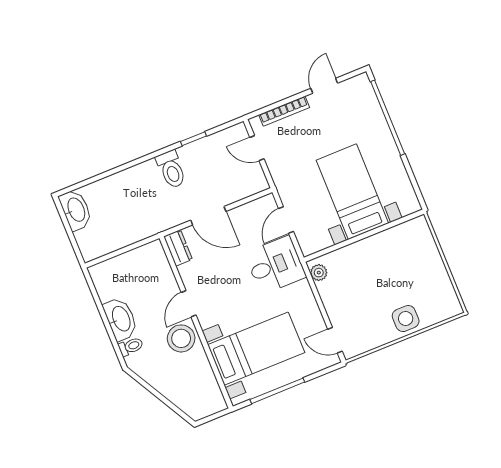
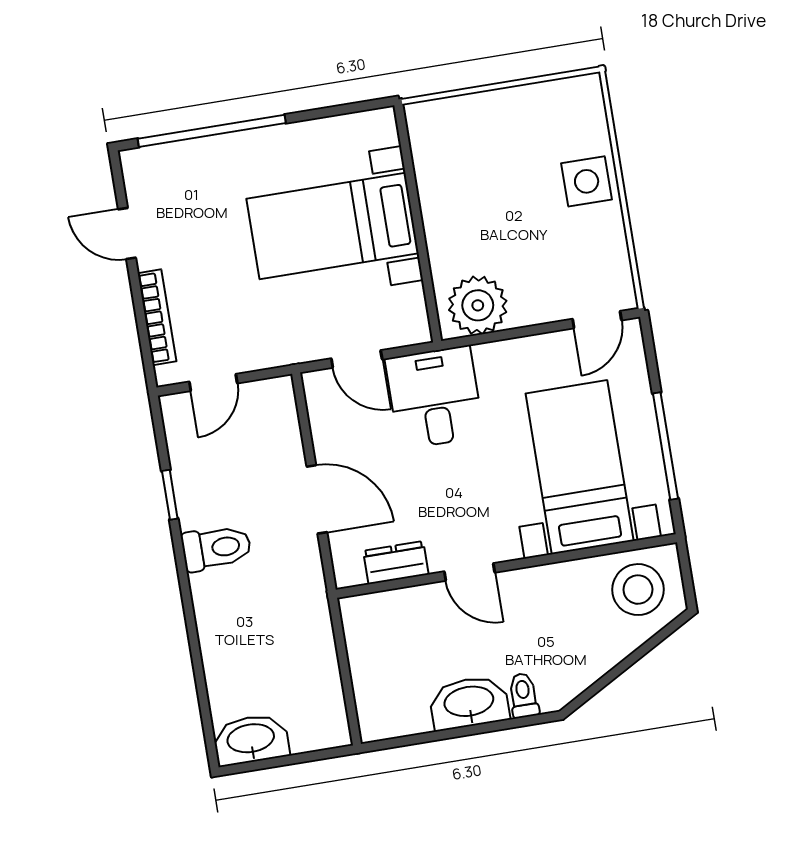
door: (208, 216) -> (317, 499), hinge flipped
dresser: (178, 248) -> (396, 563), moved
plant: (319, 273) -> (478, 305), width x1.88, depth x1.88
stool: (181, 338) -> (638, 590), moved

